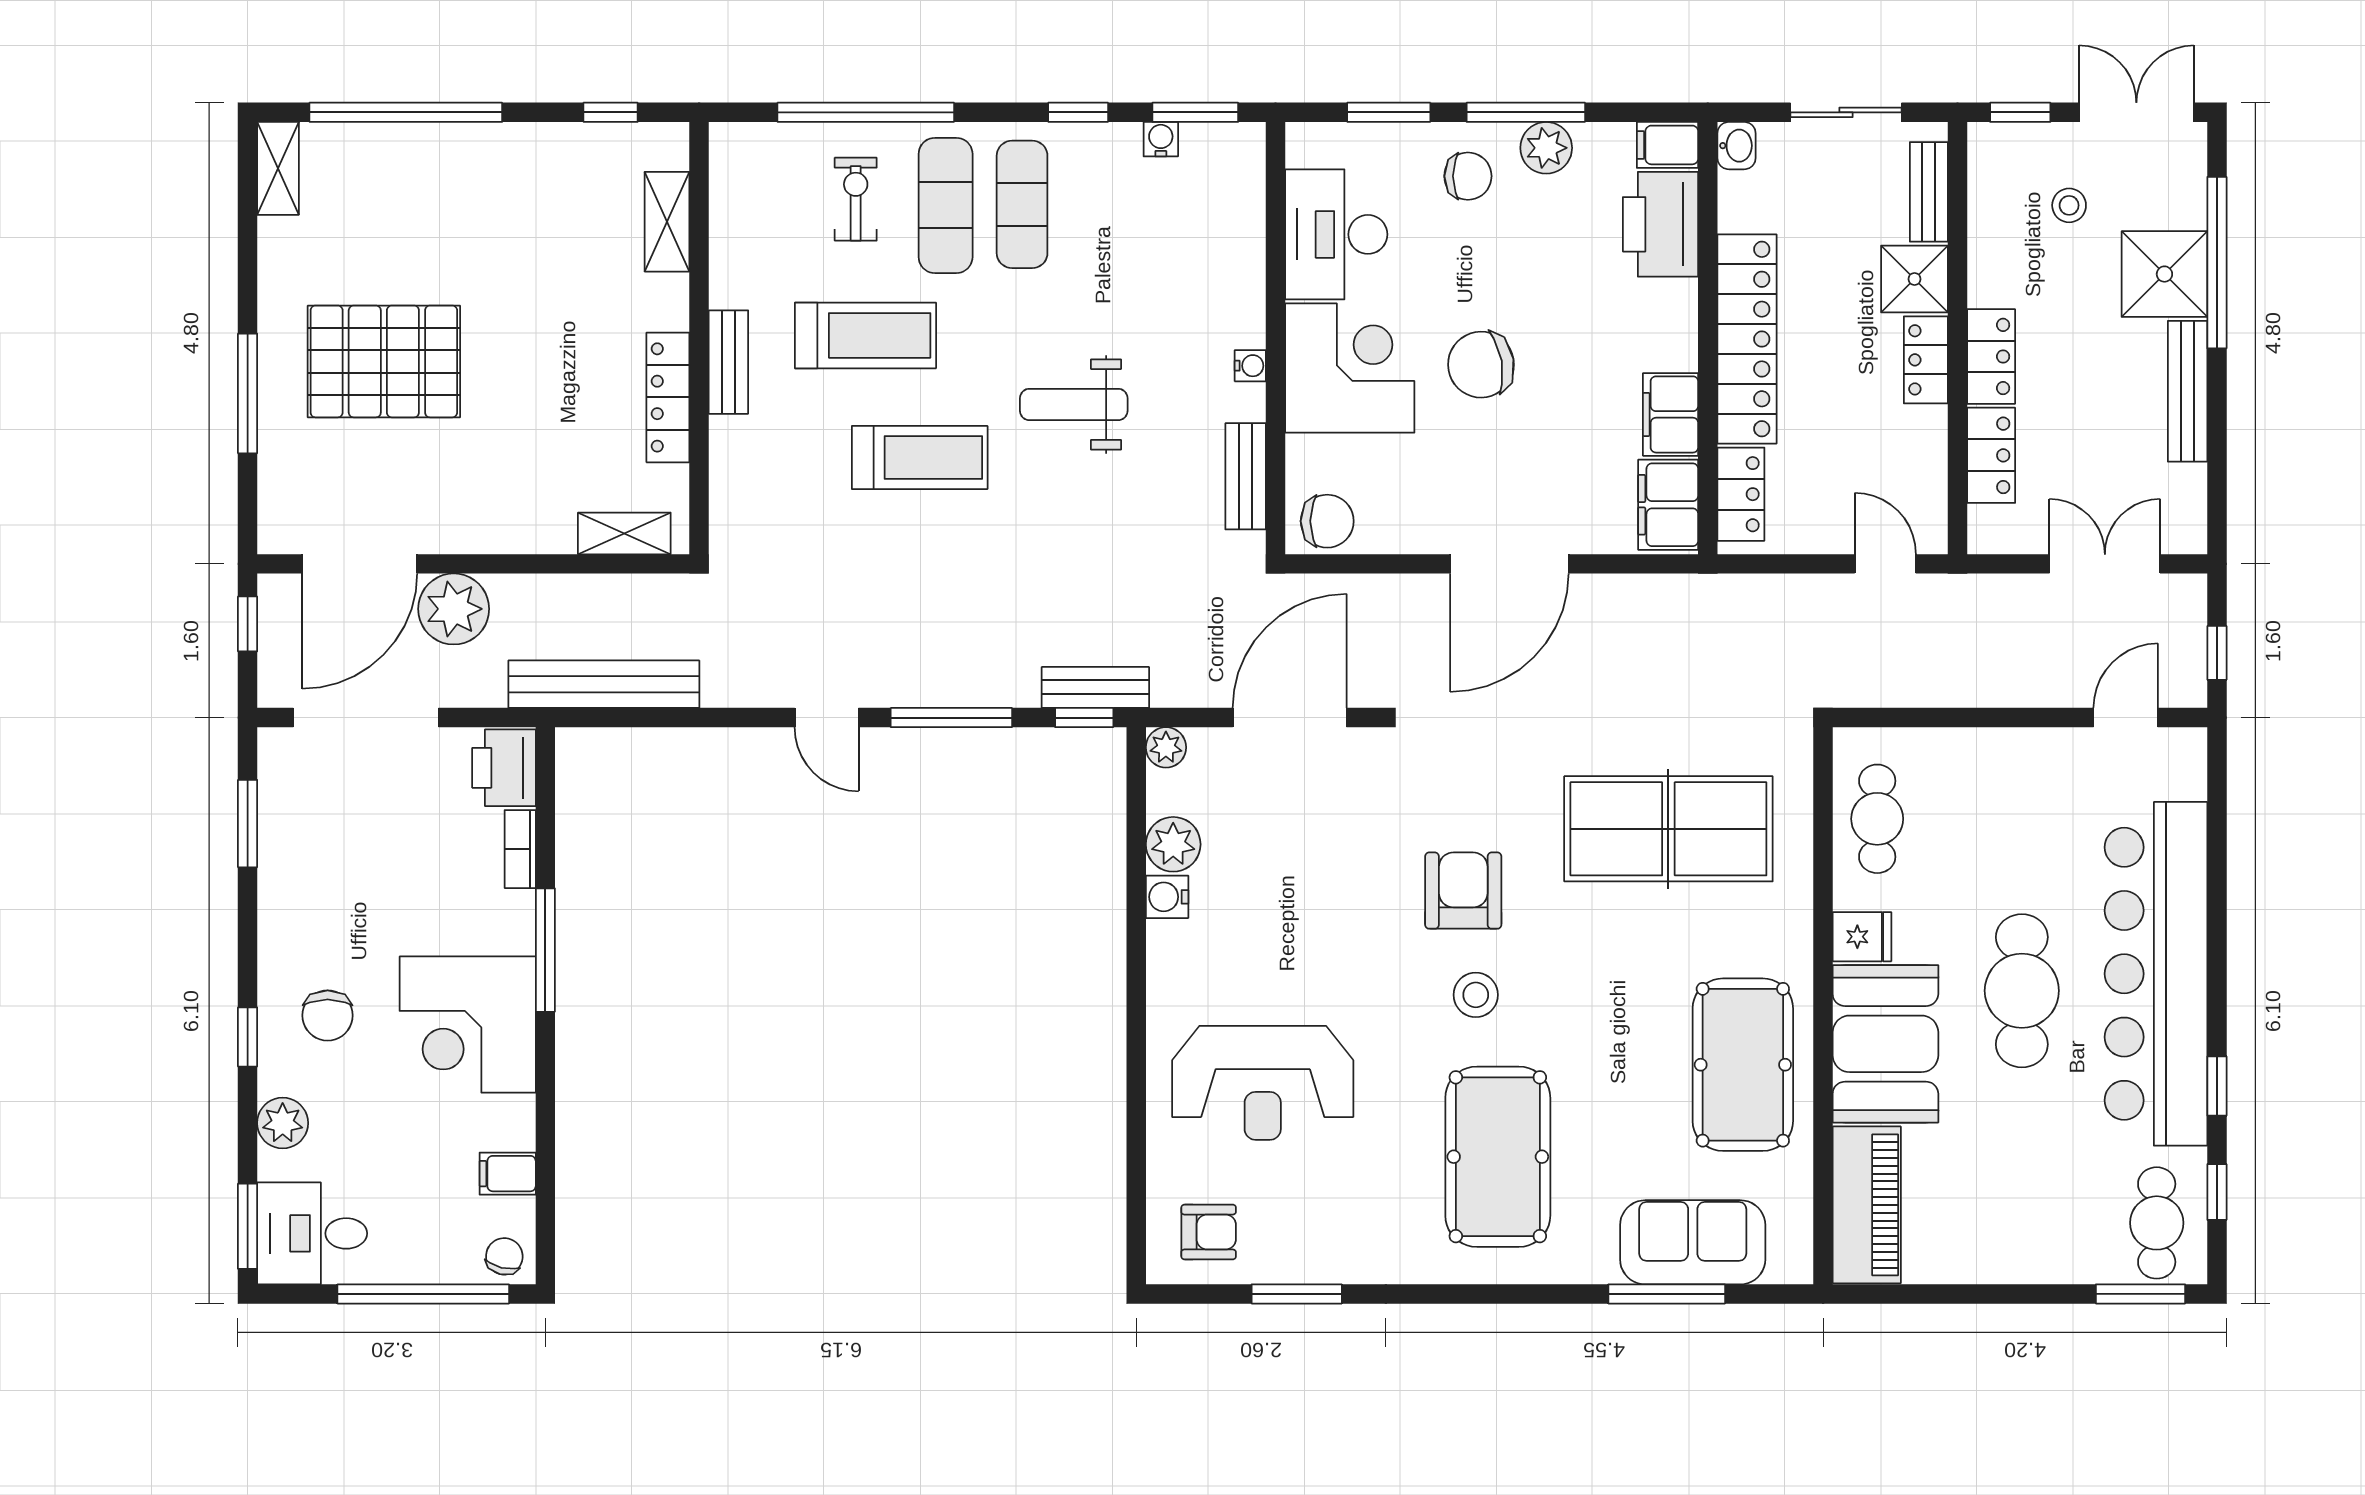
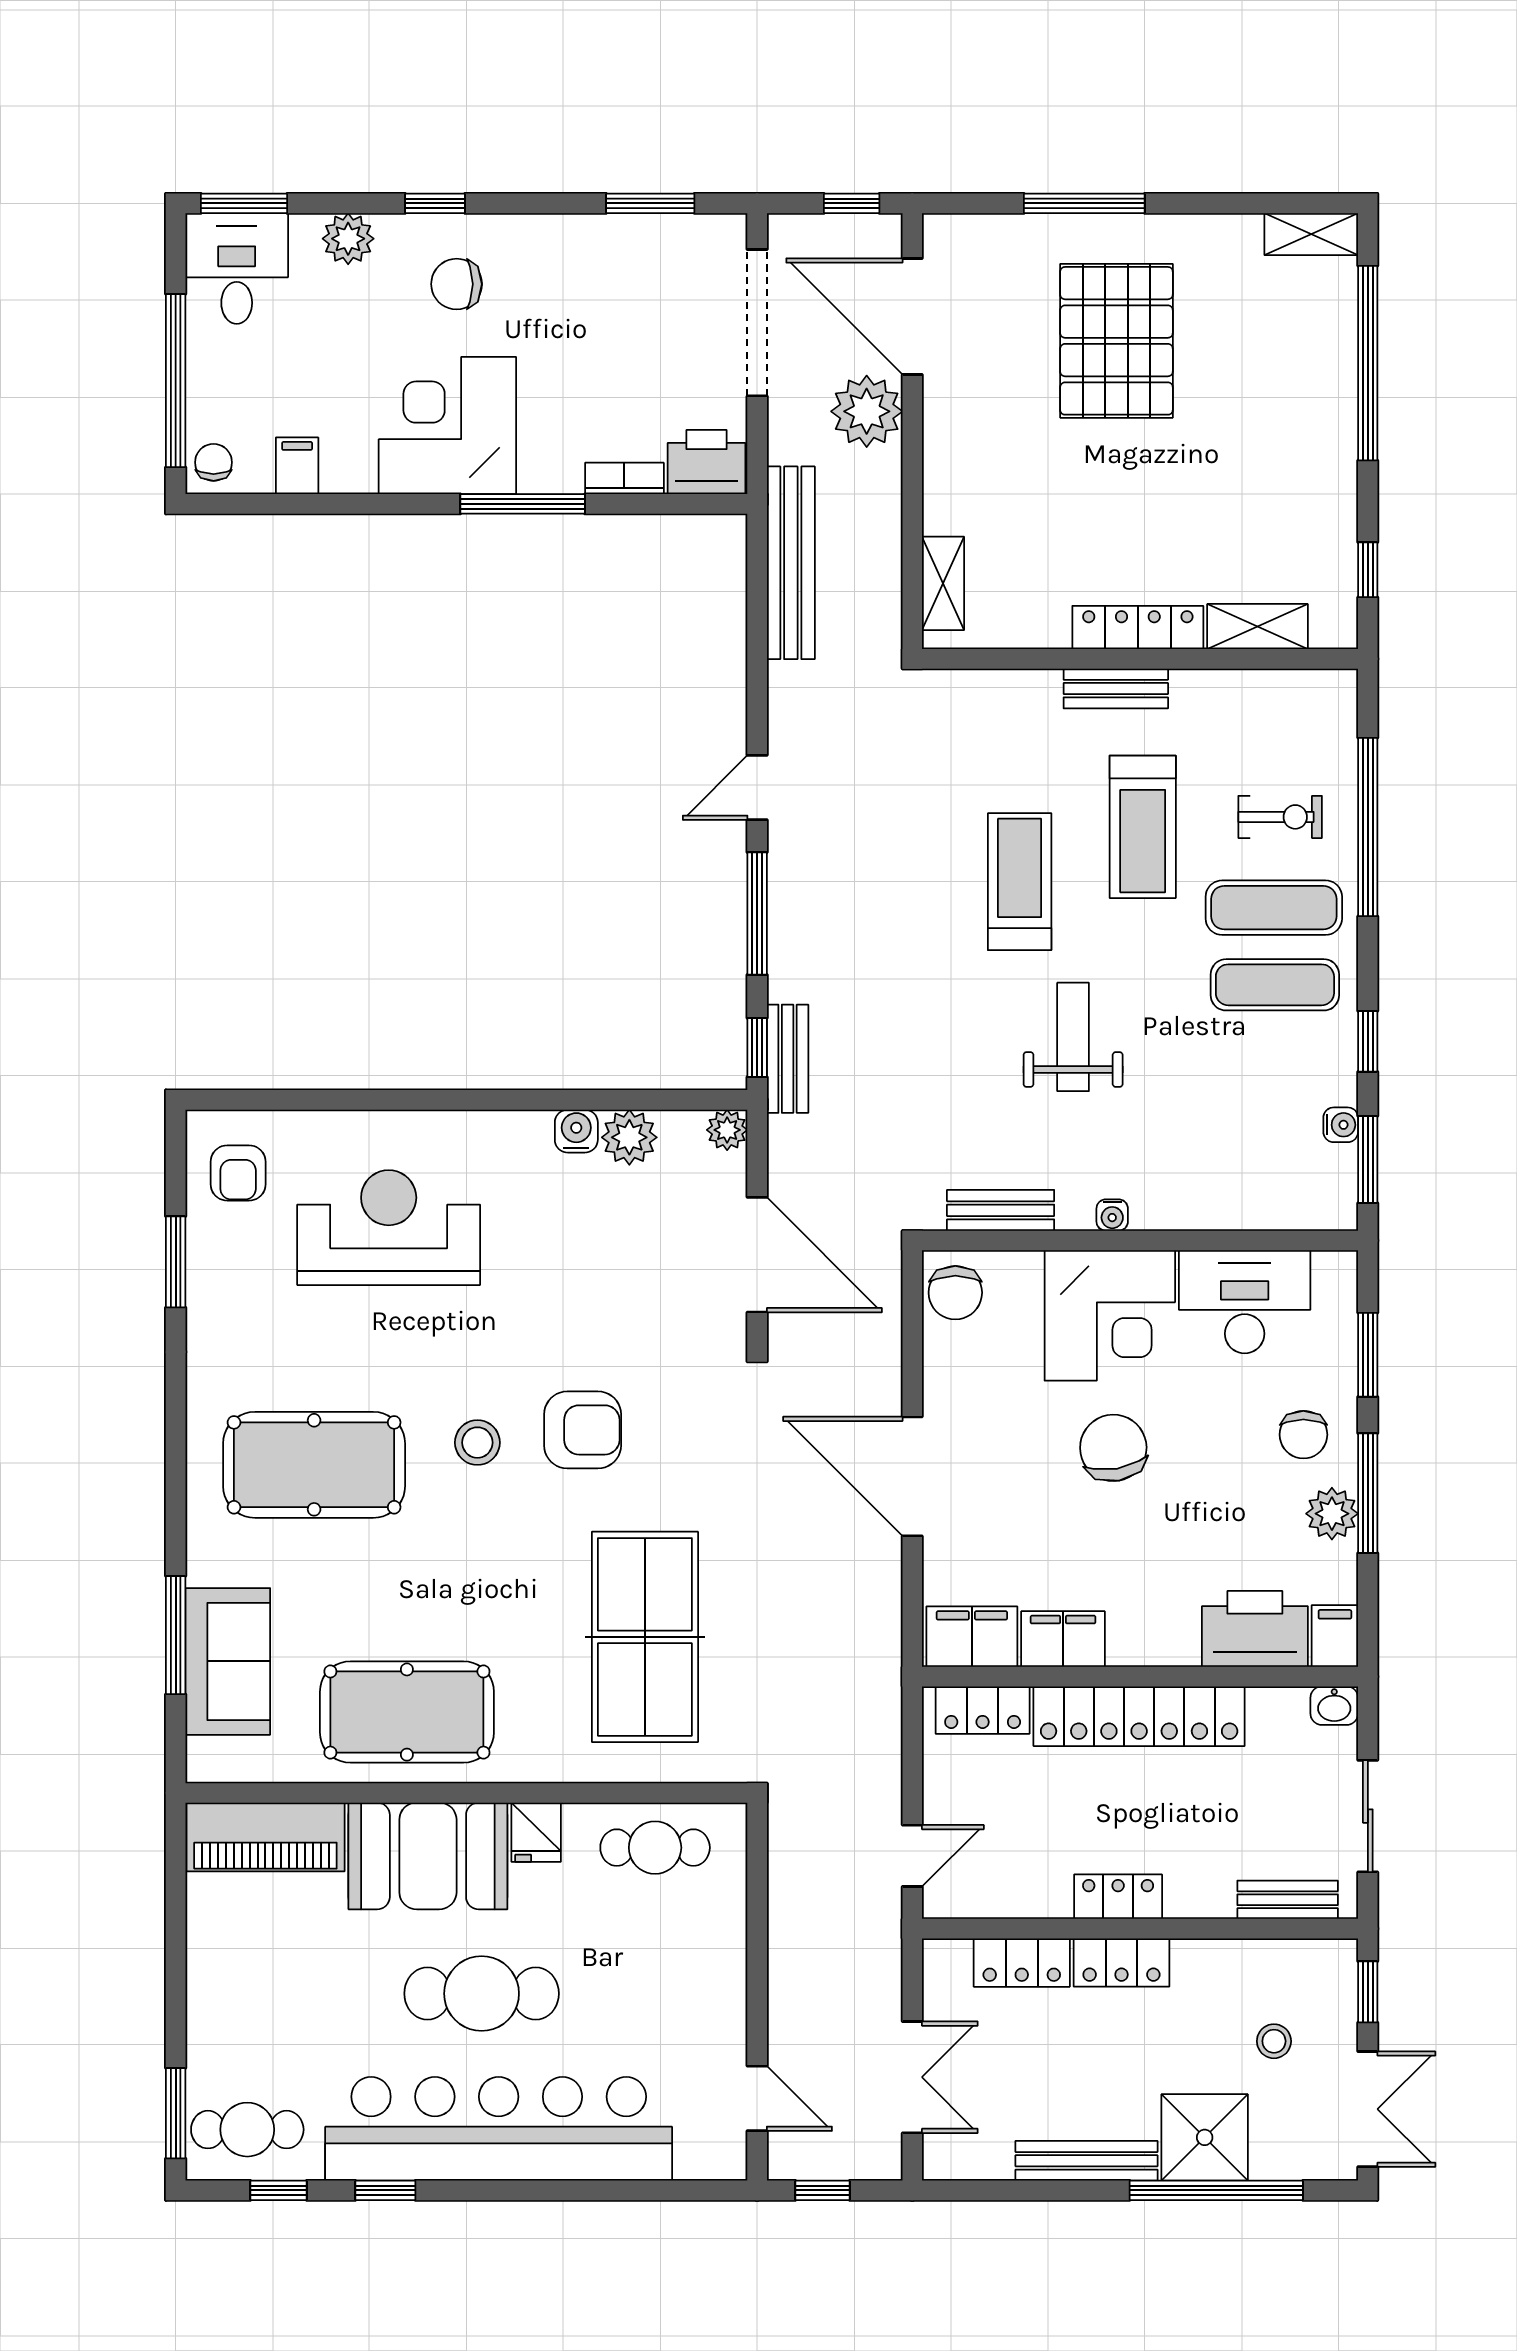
shower: (1915, 279) -> (1200, 1885), removed
locker: (668, 397) -> (1138, 628), moved
treadmill: (920, 457) -> (1020, 882), turned 180
reception desk: (1263, 1083) -> (389, 1228), turned 90
chair: (504, 1256) -> (214, 462), turned -104

